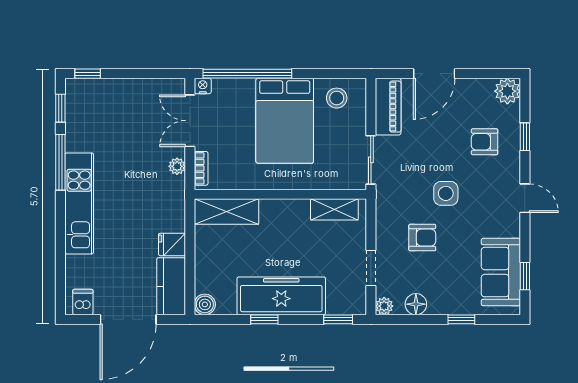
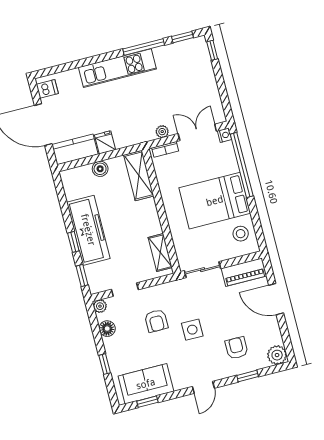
boiler: (205, 304) -> (100, 169), moved
window: (264, 319) -> (73, 242), moved

